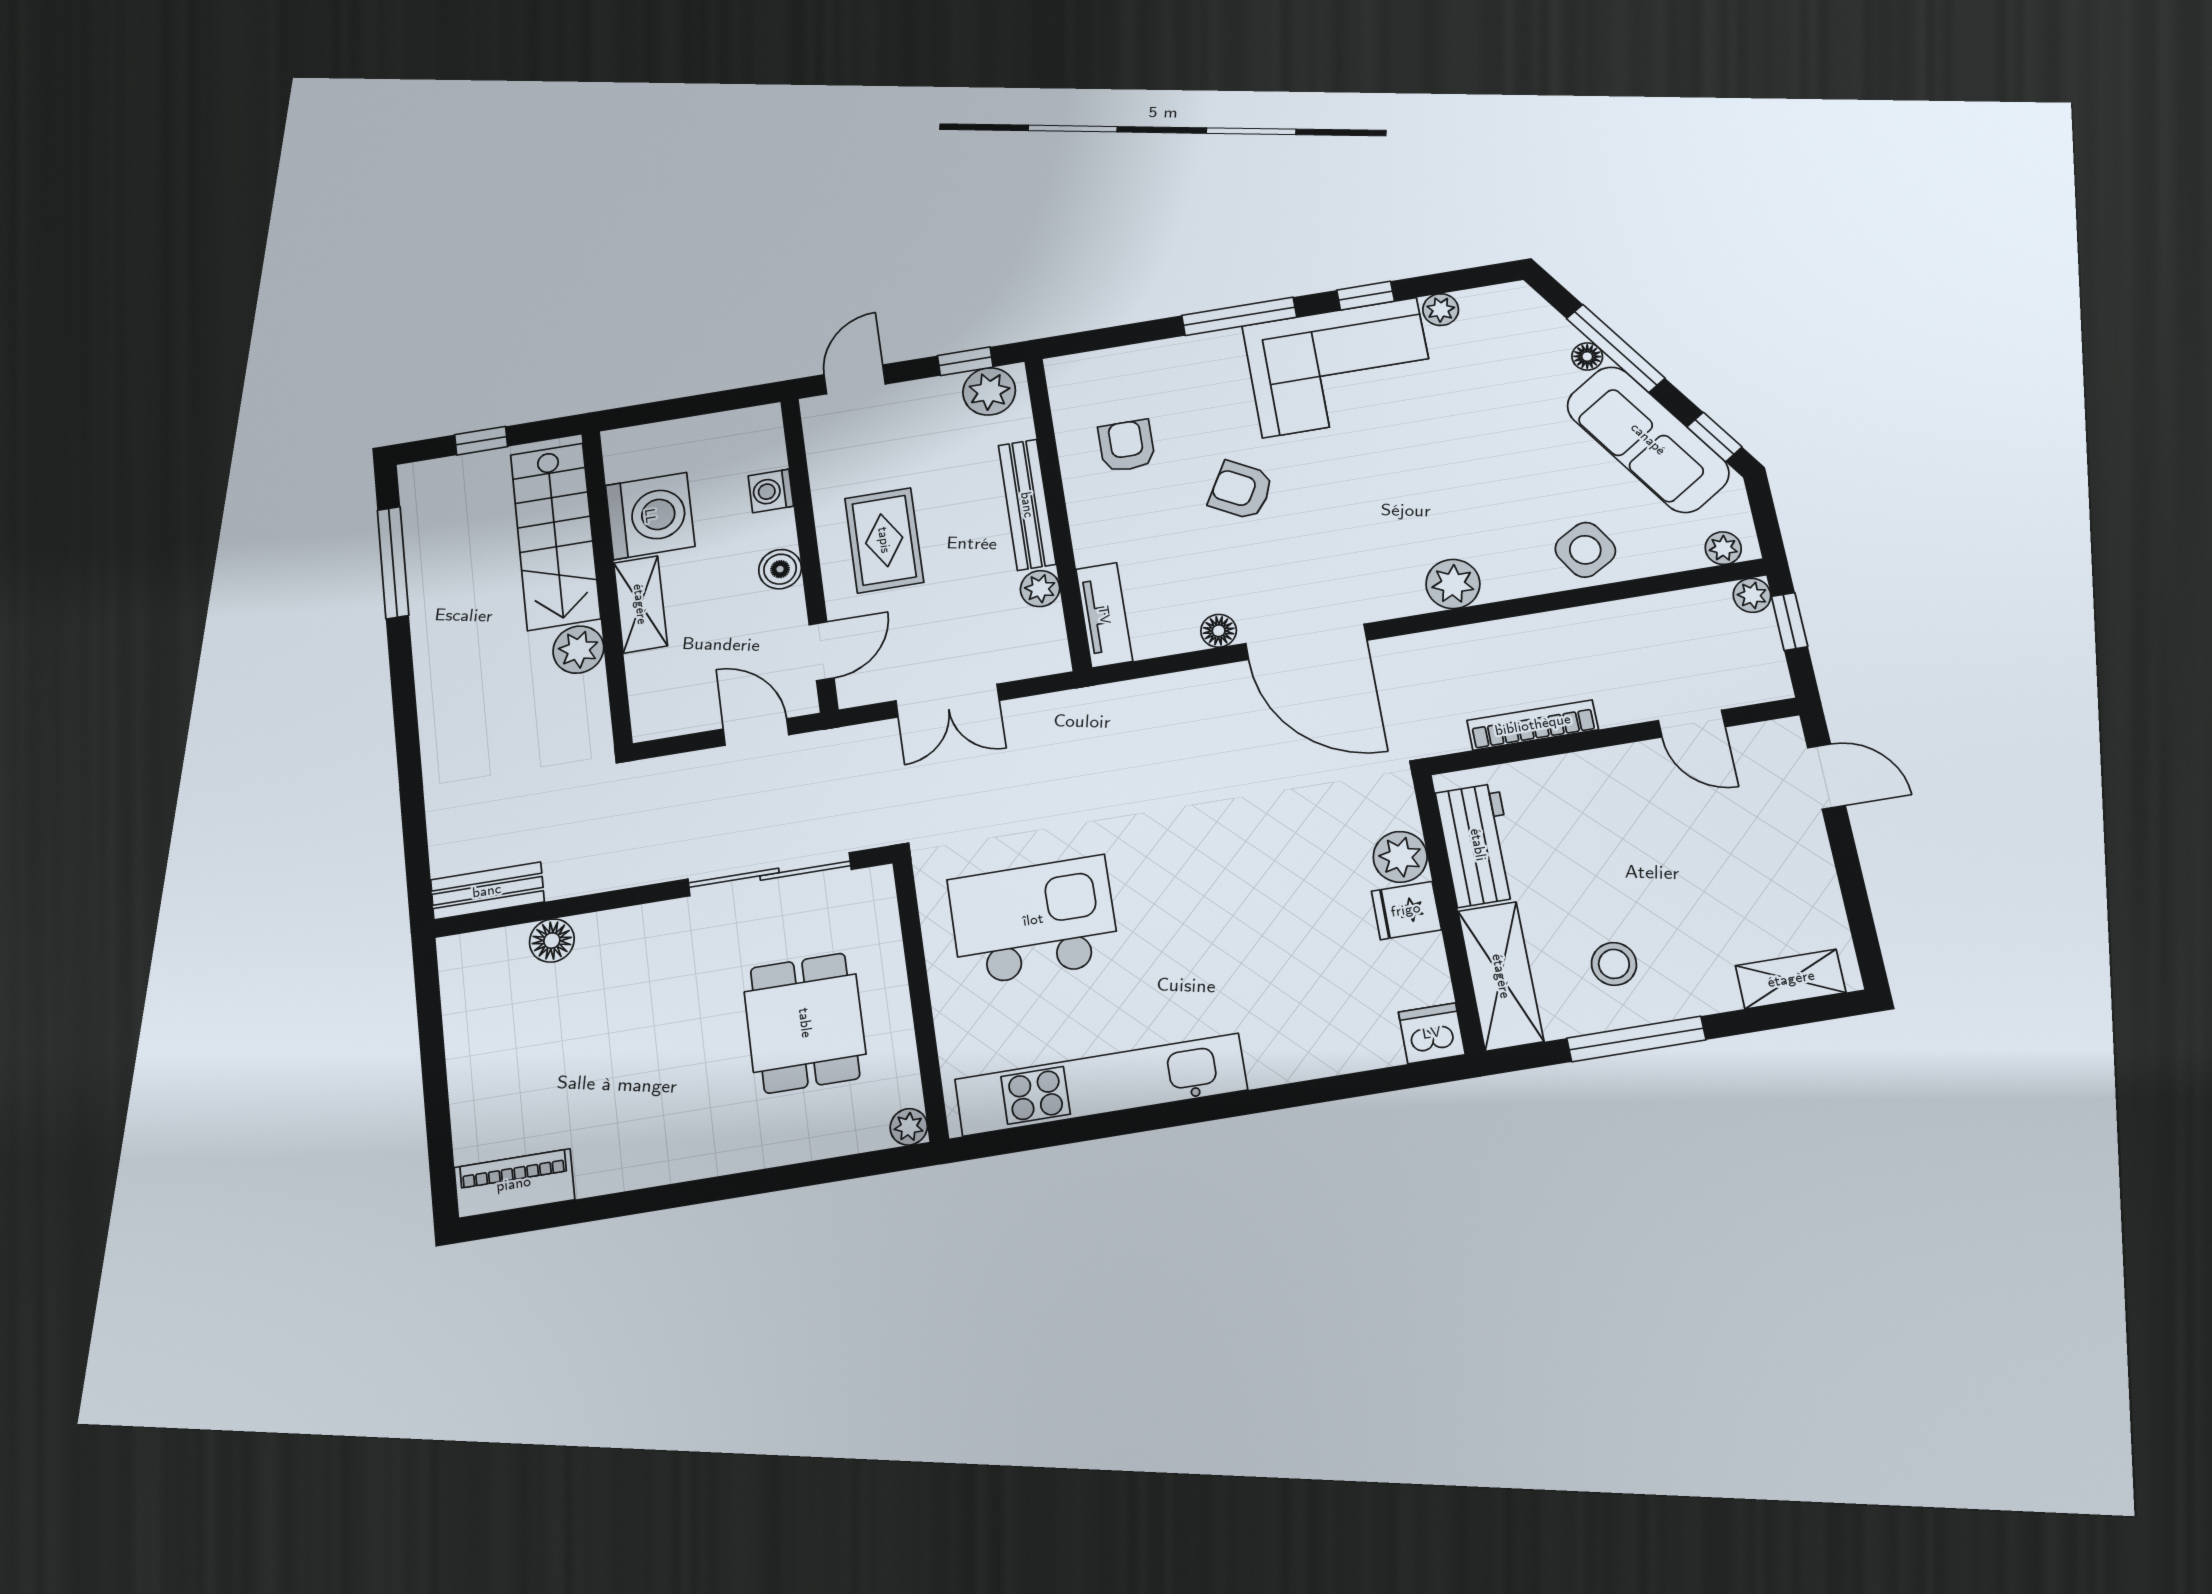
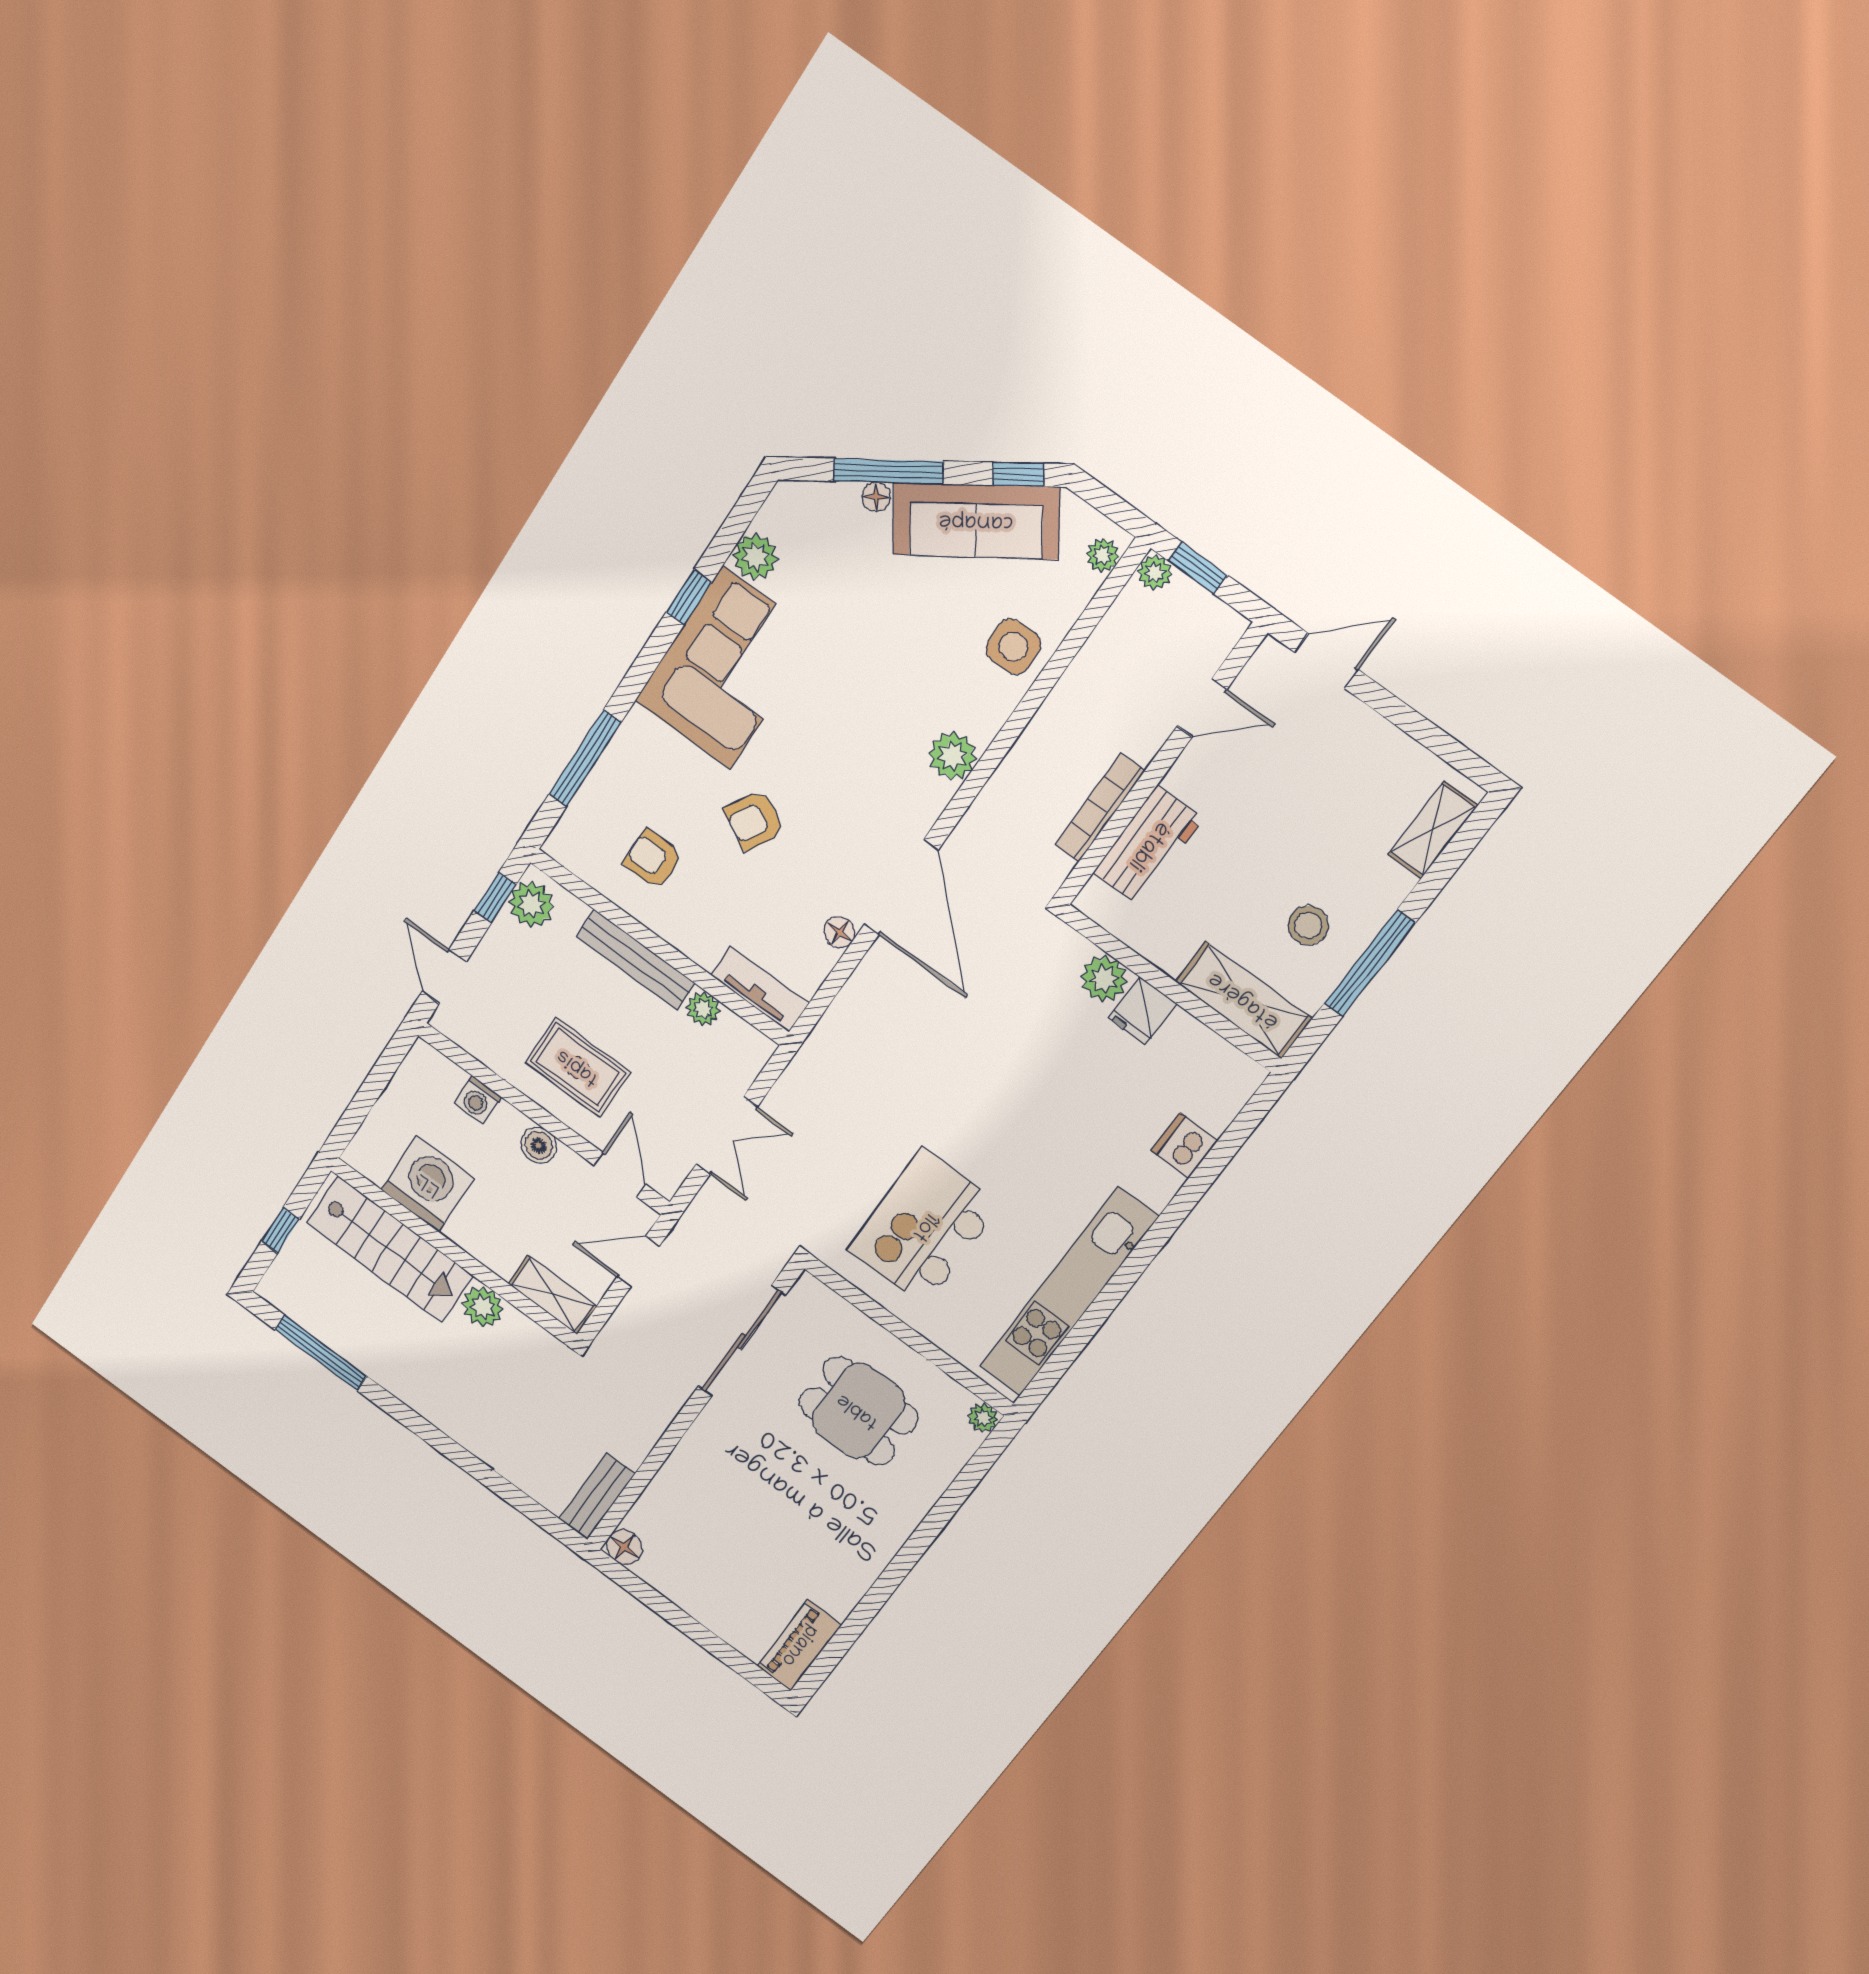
plant: (1441, 310) -> (755, 557), width x1.38, depth x1.38
window: (1239, 316) -> (585, 758), moved
side table: (1585, 550) -> (1013, 647), turned 30
shelving: (640, 604) -> (552, 1295), moved
door: (1306, 642) -> (901, 887), hinge flipped
workbench: (1478, 845) -> (1148, 846), moved, turned 90
floor lamp: (552, 941) -> (624, 1547), moved
dishwasher: (1432, 1033) -> (1184, 1145), moved

